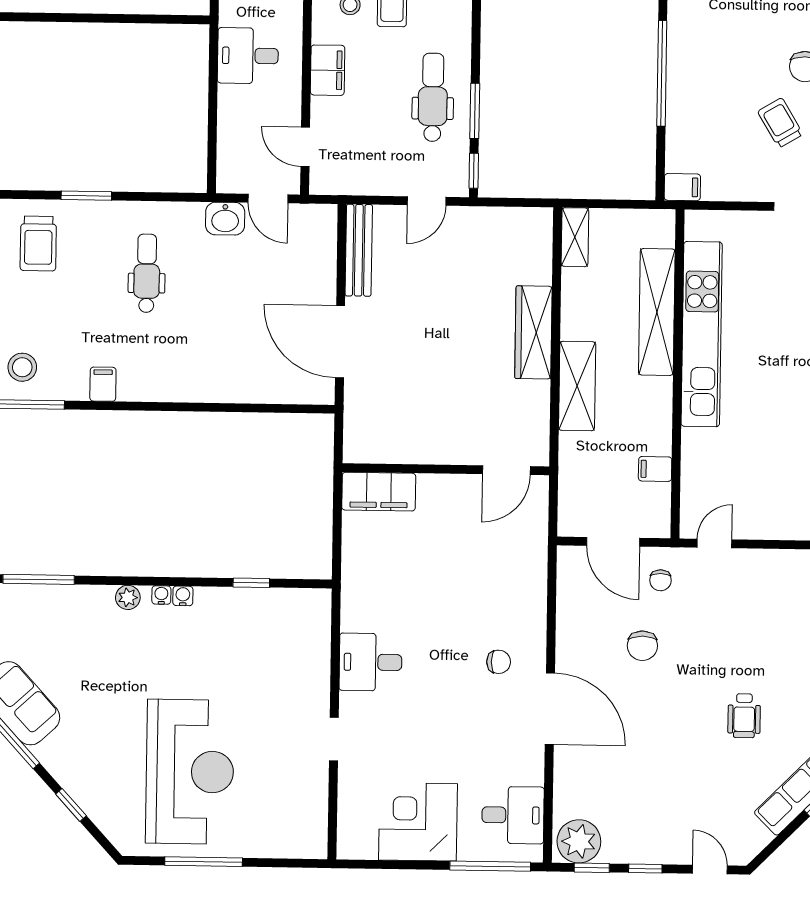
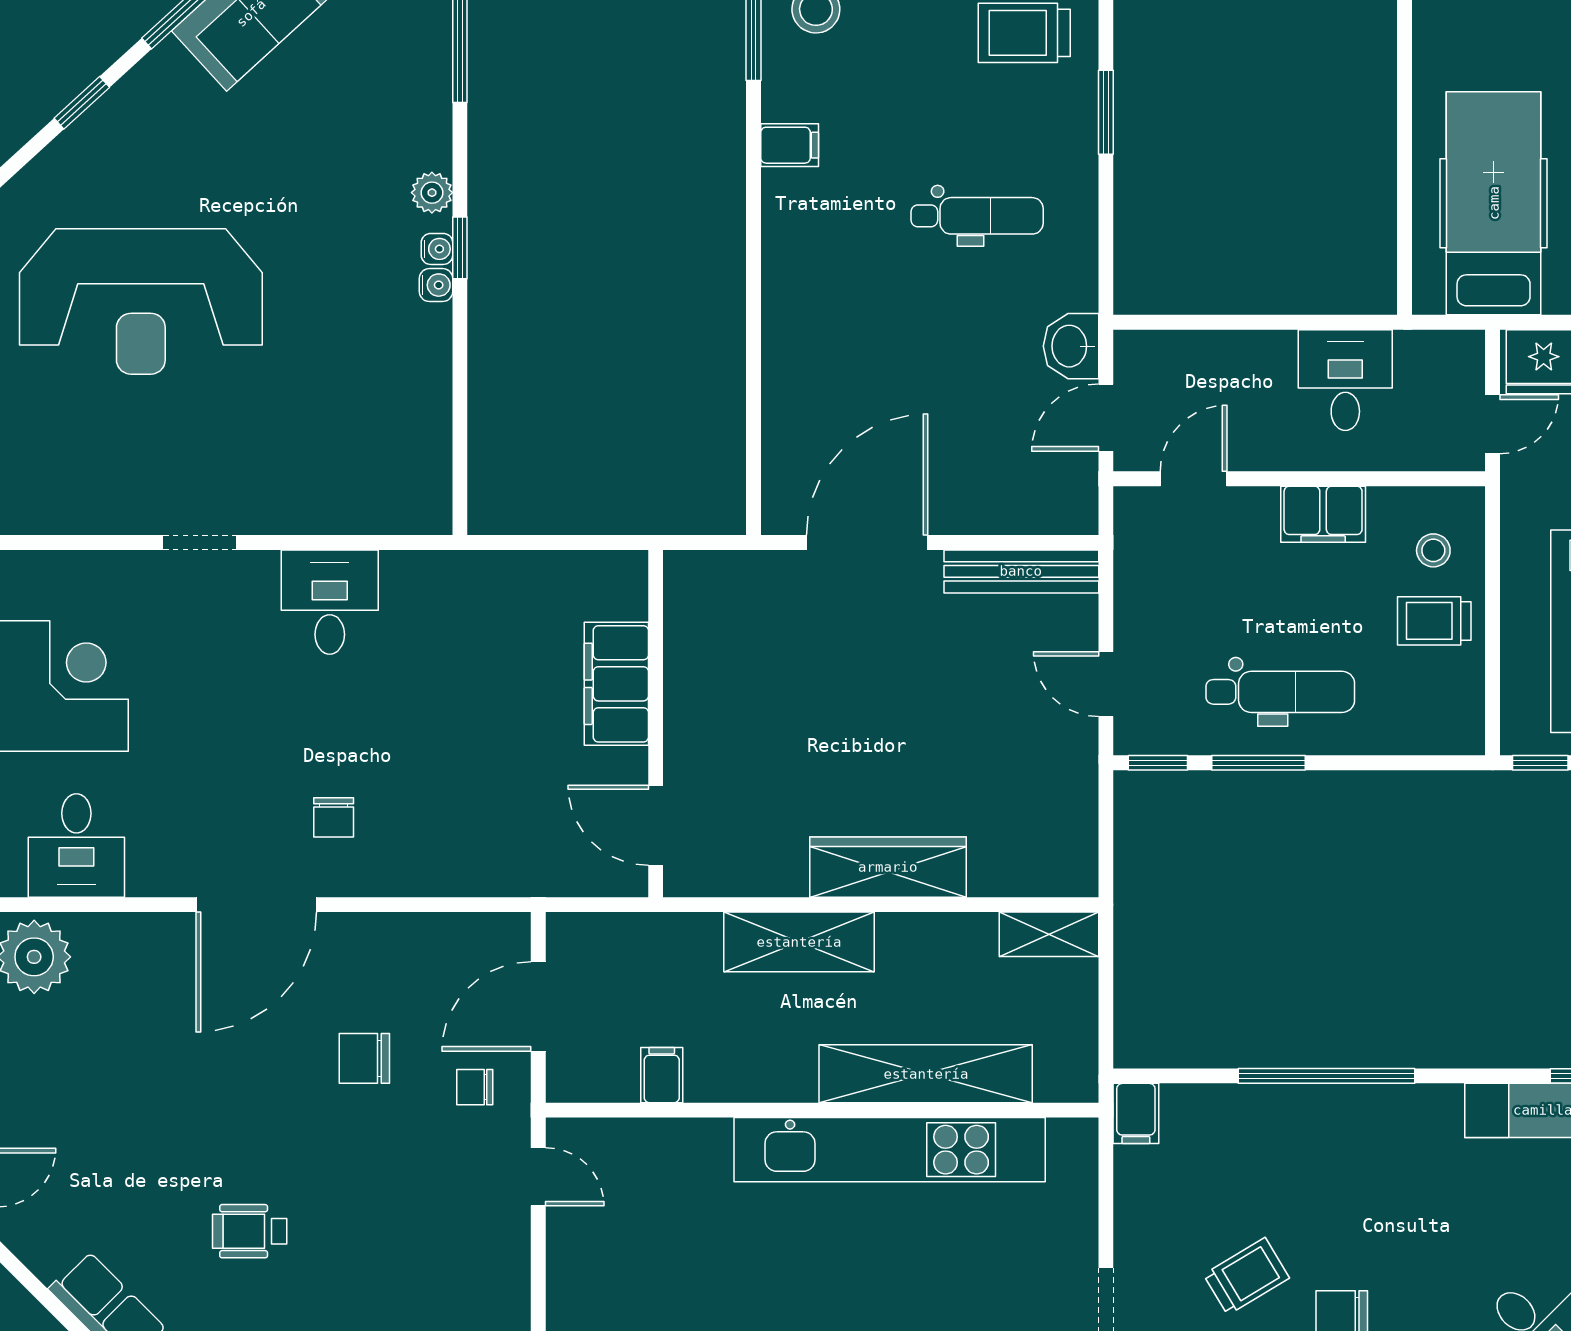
filing cabinet: (379, 492) -> (616, 684), moved
window: (251, 583) -> (460, 248), moved

